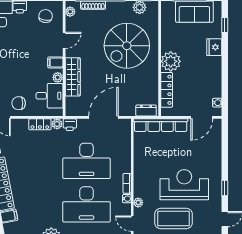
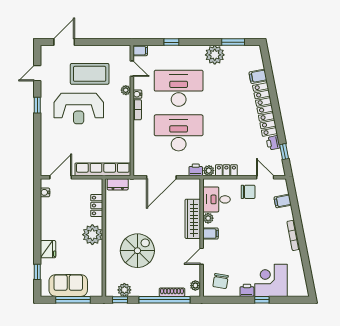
spiral stairs: (127, 46) -> (137, 251), width x0.73, depth x0.73
locker: (167, 90) -> (97, 206), width x0.66

